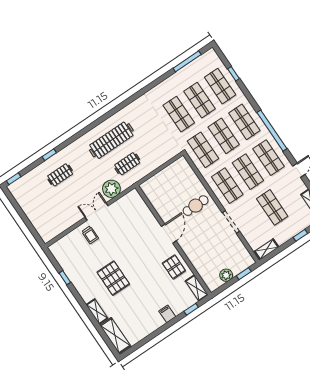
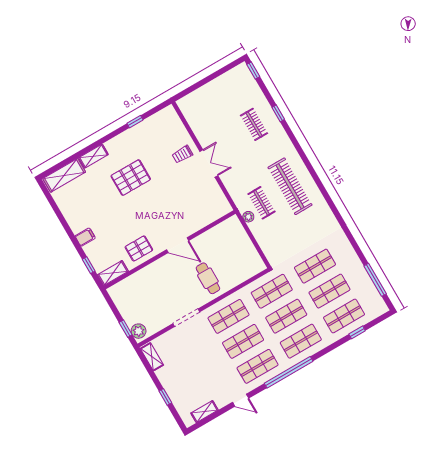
plant: (111, 189) -> (248, 217), moved, width x0.53, depth x0.53
shop shelf: (272, 207) -> (200, 367), removed
plant: (226, 275) -> (139, 331), moved

